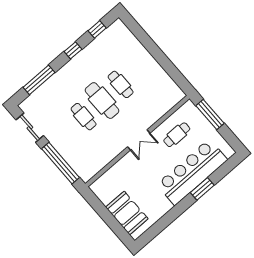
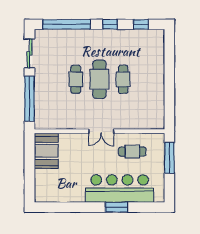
window: (39, 80) -> (67, 24), width x1.46
booth: (127, 213) -> (46, 151), moved

